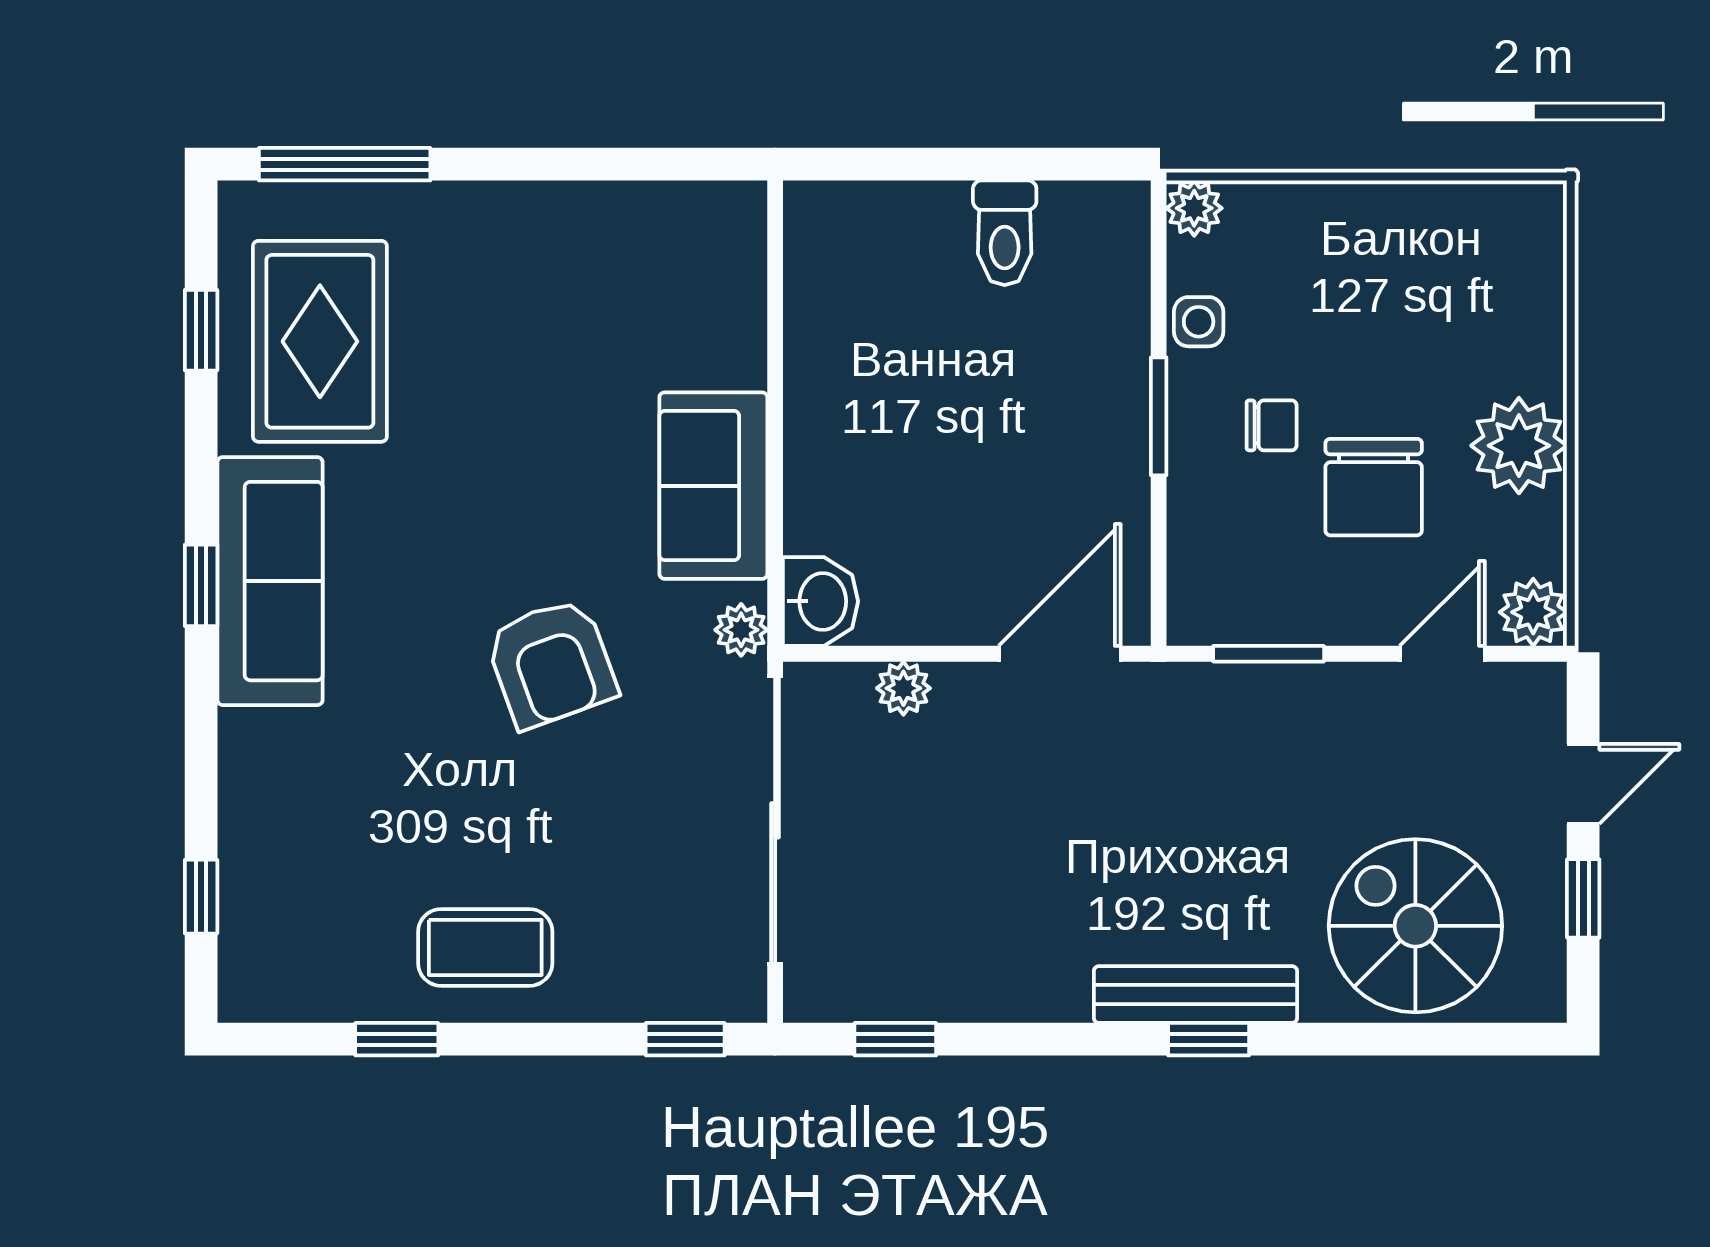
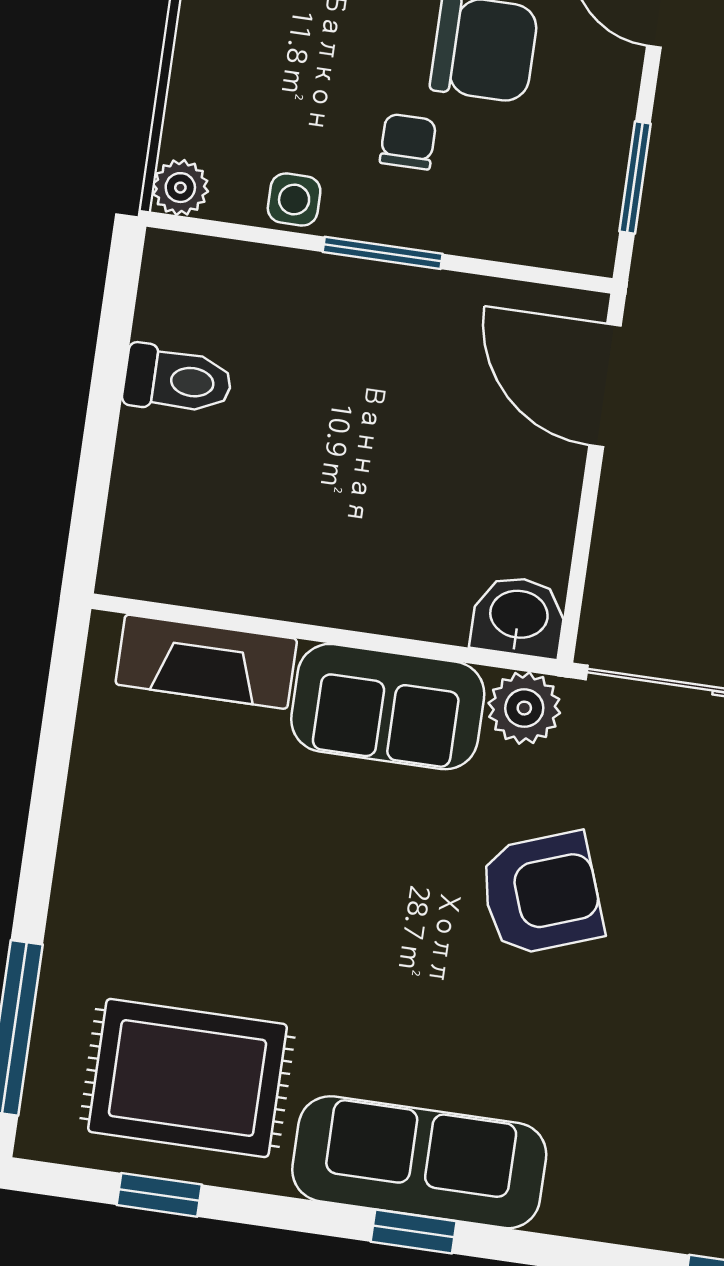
fireplace: (732, 301) -> (206, 662), added
plant: (741, 630) -> (524, 708), width x1.38, depth x1.38
plant: (903, 688) -> (617, 546), removed

